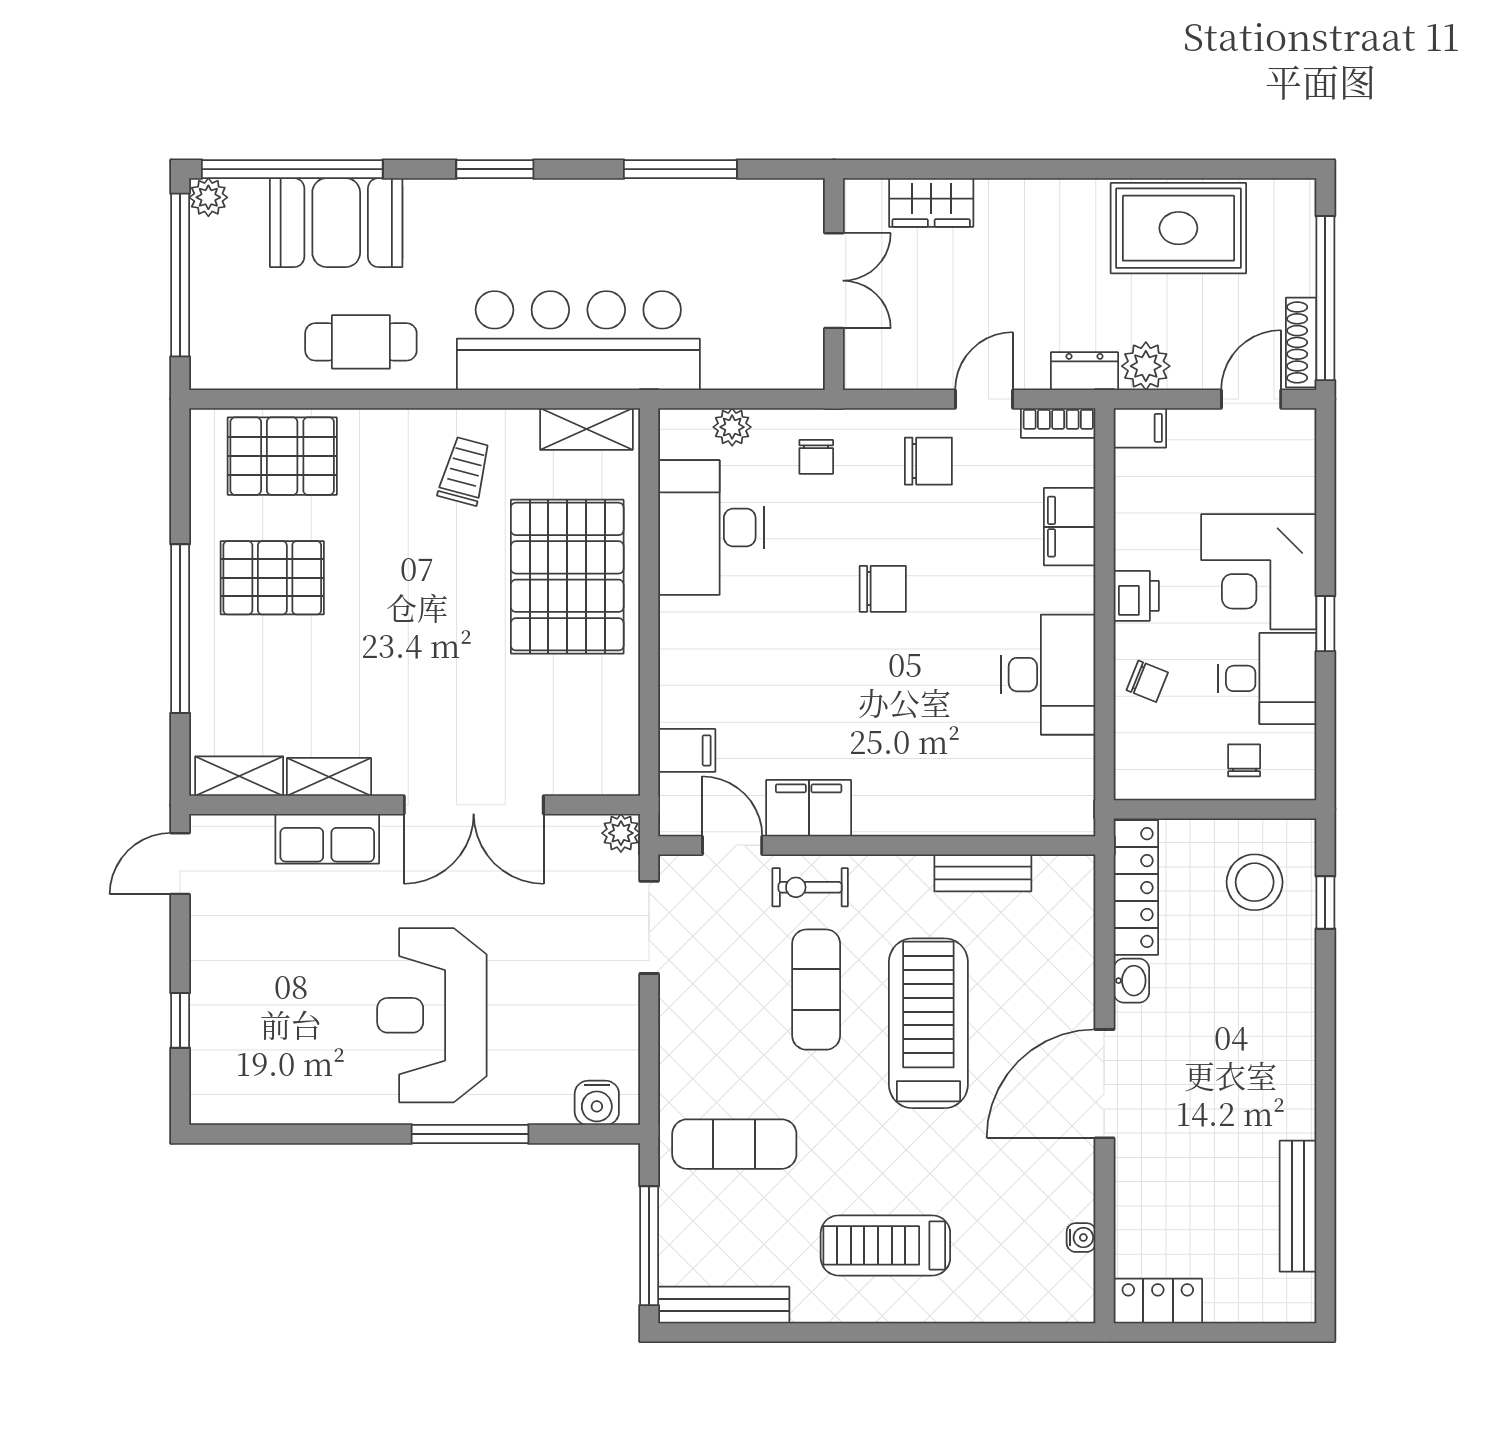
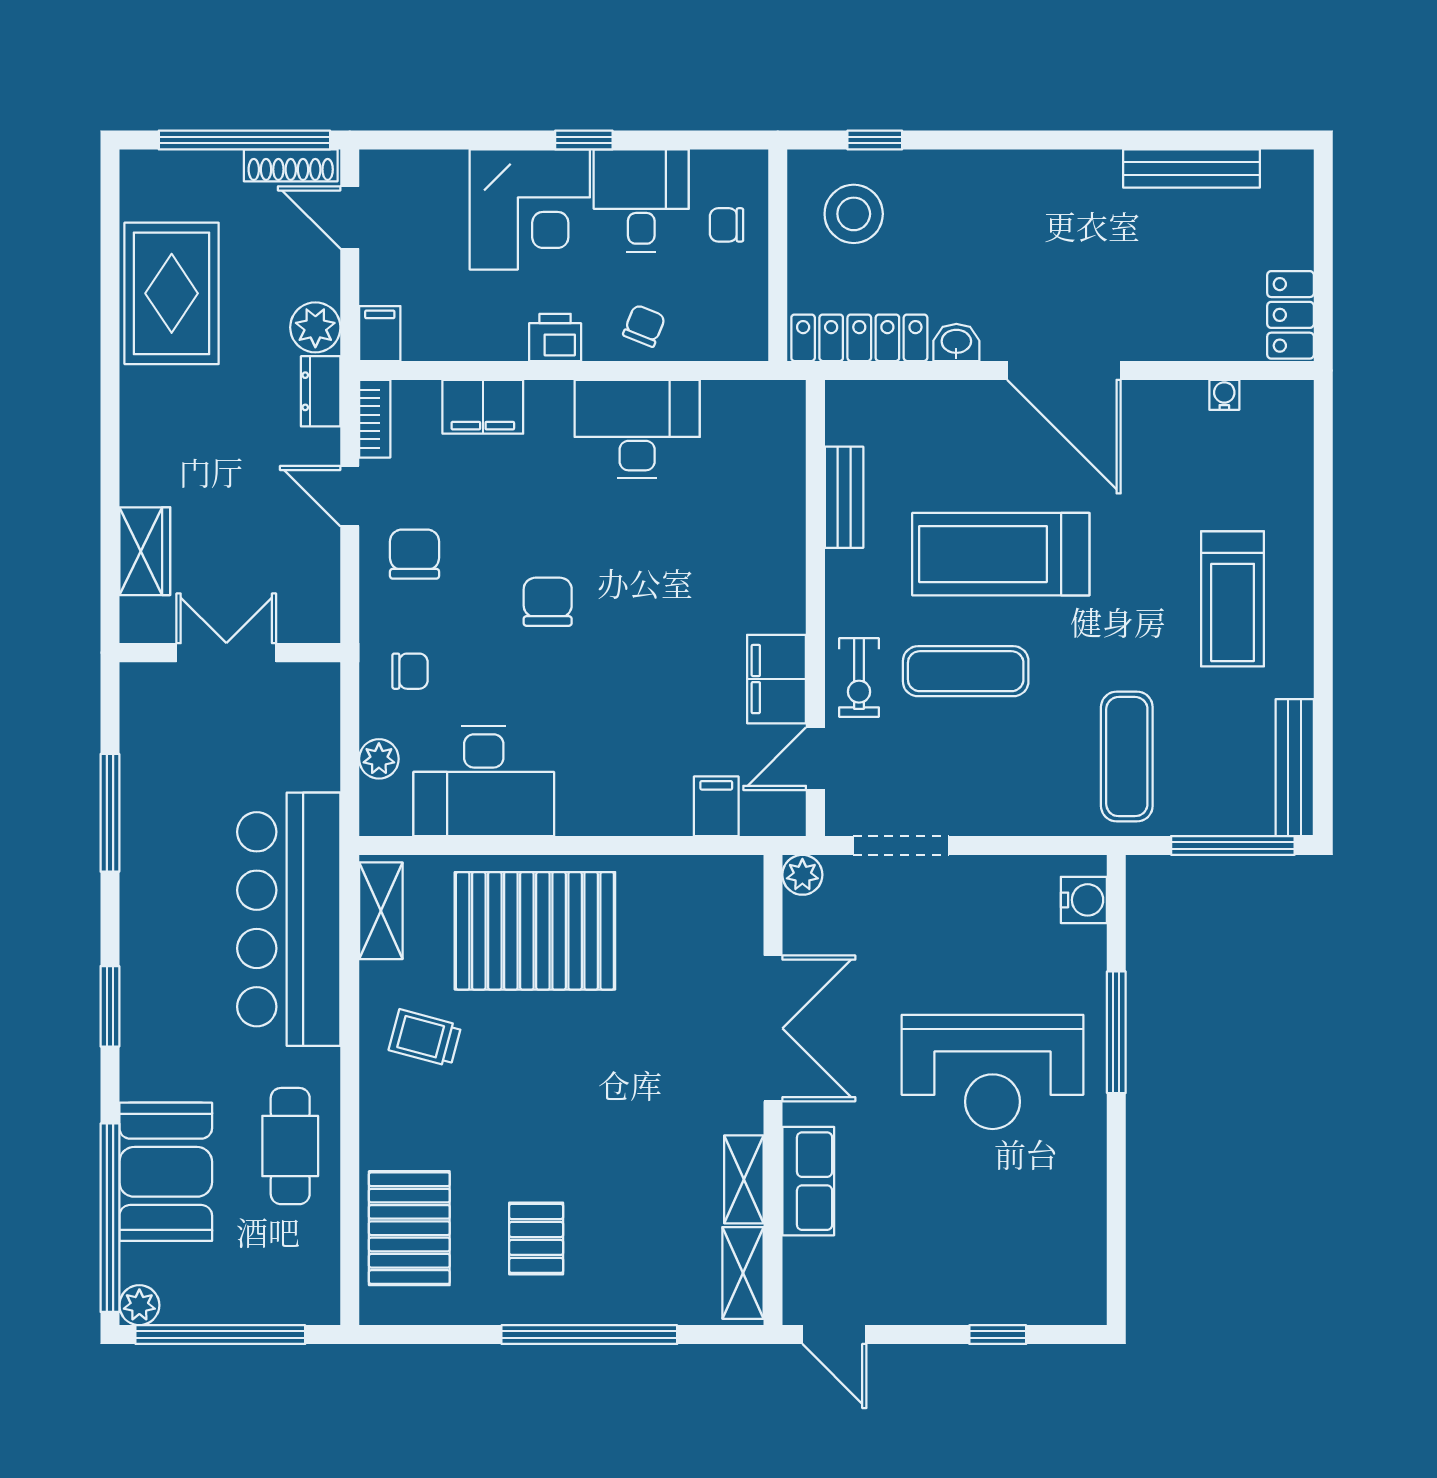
pallet: (272, 578) -> (536, 1238), width x0.67, depth x0.71

